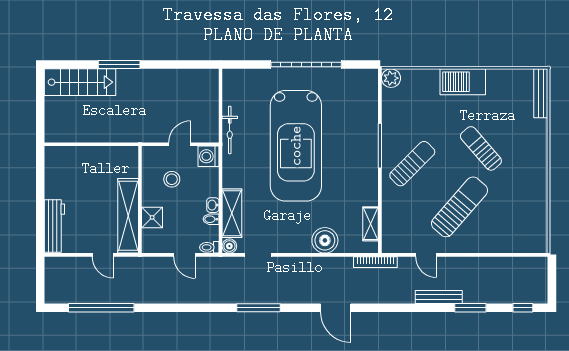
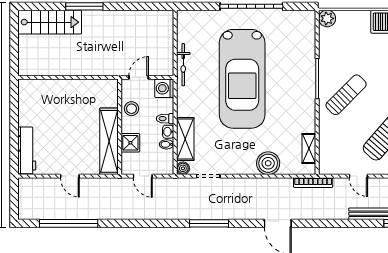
wall: (140, 200) -> (120, 127), moved
shelving: (128, 216) -> (109, 141), moved
shower: (152, 217) -> (130, 143), moved
toilet: (209, 247) -> (165, 119), moved

